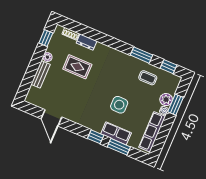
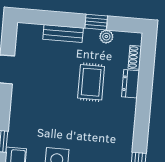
window: (46, 38) -> (96, 22), moved
plant: (47, 57) -> (106, 37), moved

